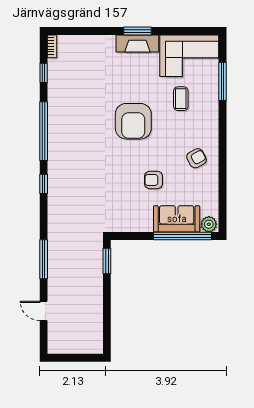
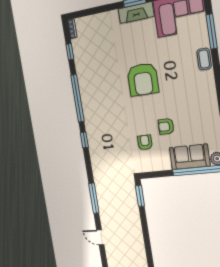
coffee table: (181, 99) -> (204, 59), moved
armchair: (197, 158) -> (145, 142), moved, turned -61

